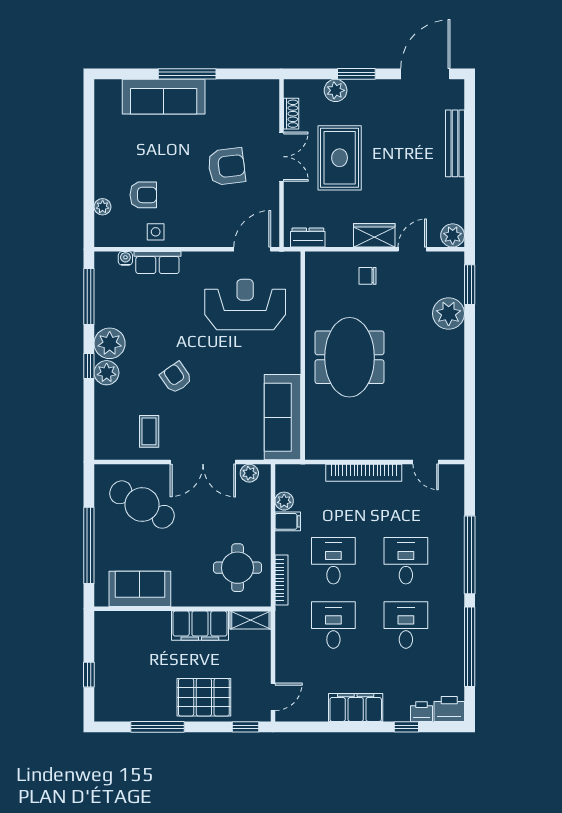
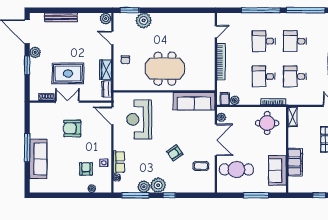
plant: (336, 90) -> (35, 52), moved
armchair: (227, 167) -> (72, 128), turned -83
wardrobe: (374, 235) -> (106, 70), moved
plant: (107, 373) -> (144, 187), moved
cafe table: (142, 505) -> (236, 169), turned 60
filing cabinet: (288, 521) -> (225, 99), moved
window: (89, 545) -> (256, 195), width x0.68
filing cabinet: (200, 626) -> (295, 162), moved

